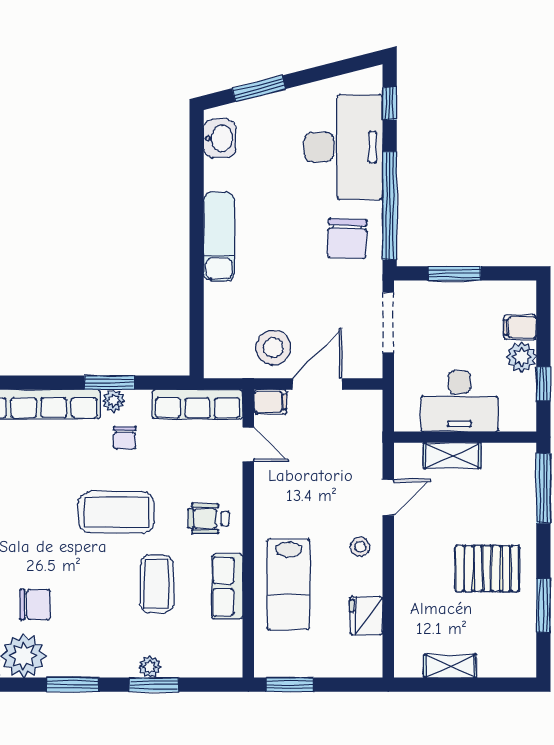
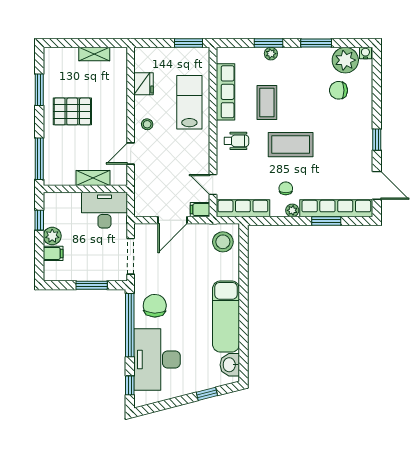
window: (259, 89) -> (207, 394), width x0.67
exam couch: (219, 236) -> (226, 316), width x1.36, depth x1.45
stool: (273, 348) -> (223, 242), moved
window: (109, 383) -> (326, 221), moved
desk: (459, 401) -> (104, 210), moved
row of seats: (227, 586) -> (225, 92), width x1.48

